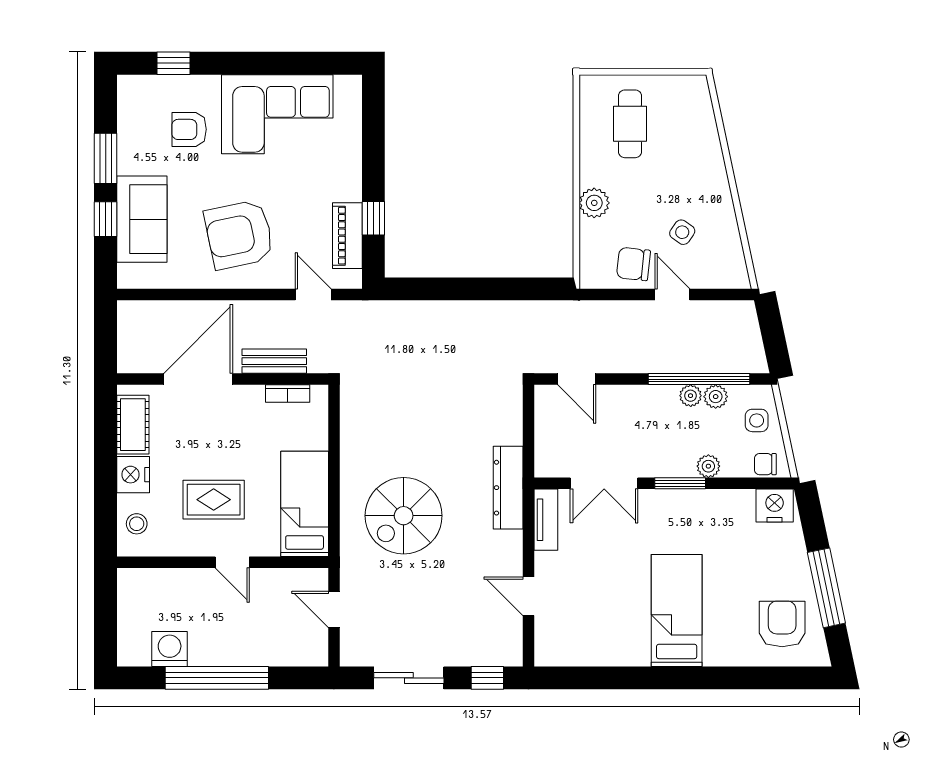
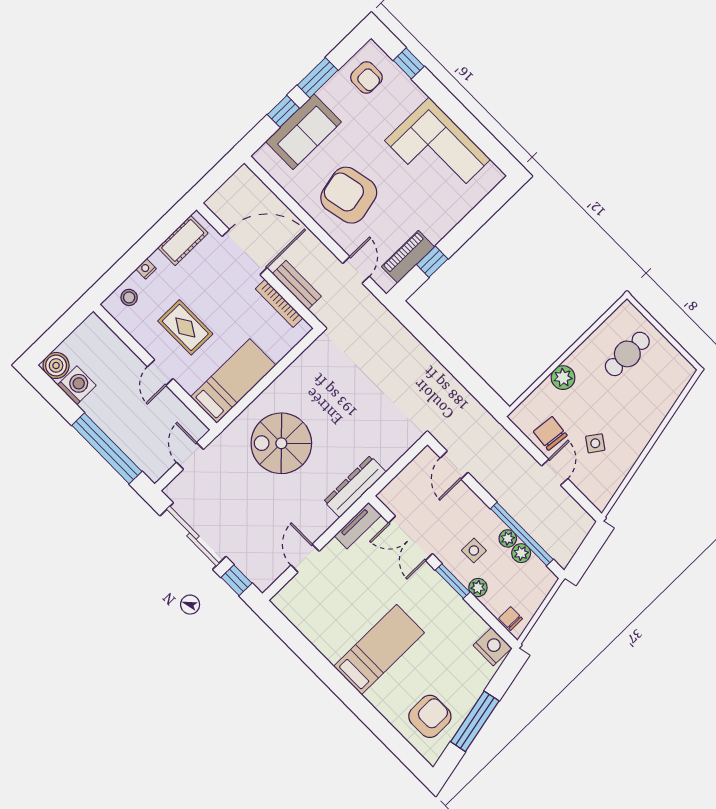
armchair: (189, 129) -> (366, 77), moved, turned 180
bookcase: (288, 393) -> (279, 303), width x1.56
side table: (757, 420) -> (474, 550), moved
nightstand: (133, 475) -> (146, 269), width x0.53, depth x0.56
boiler: (133, 650) -> (56, 365), added
window: (217, 678) -> (107, 448), moved
sliding door: (409, 678) -> (193, 536), width x1.37

